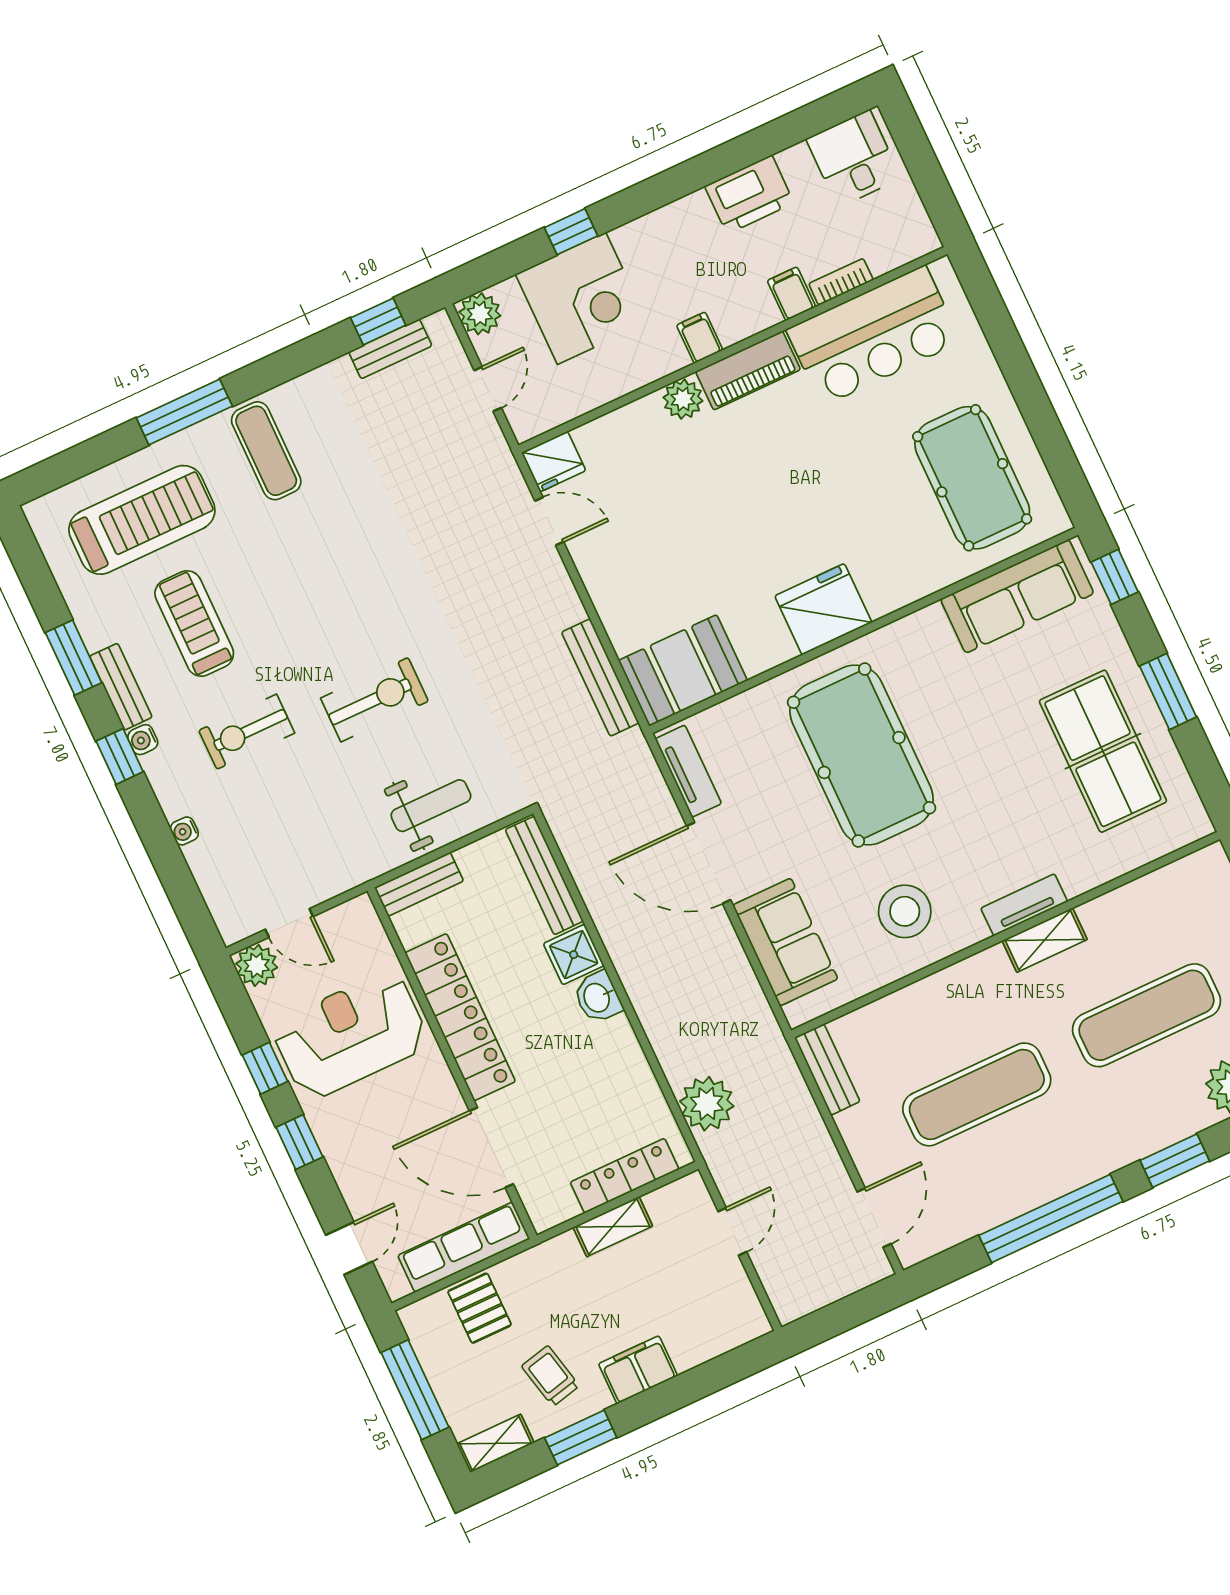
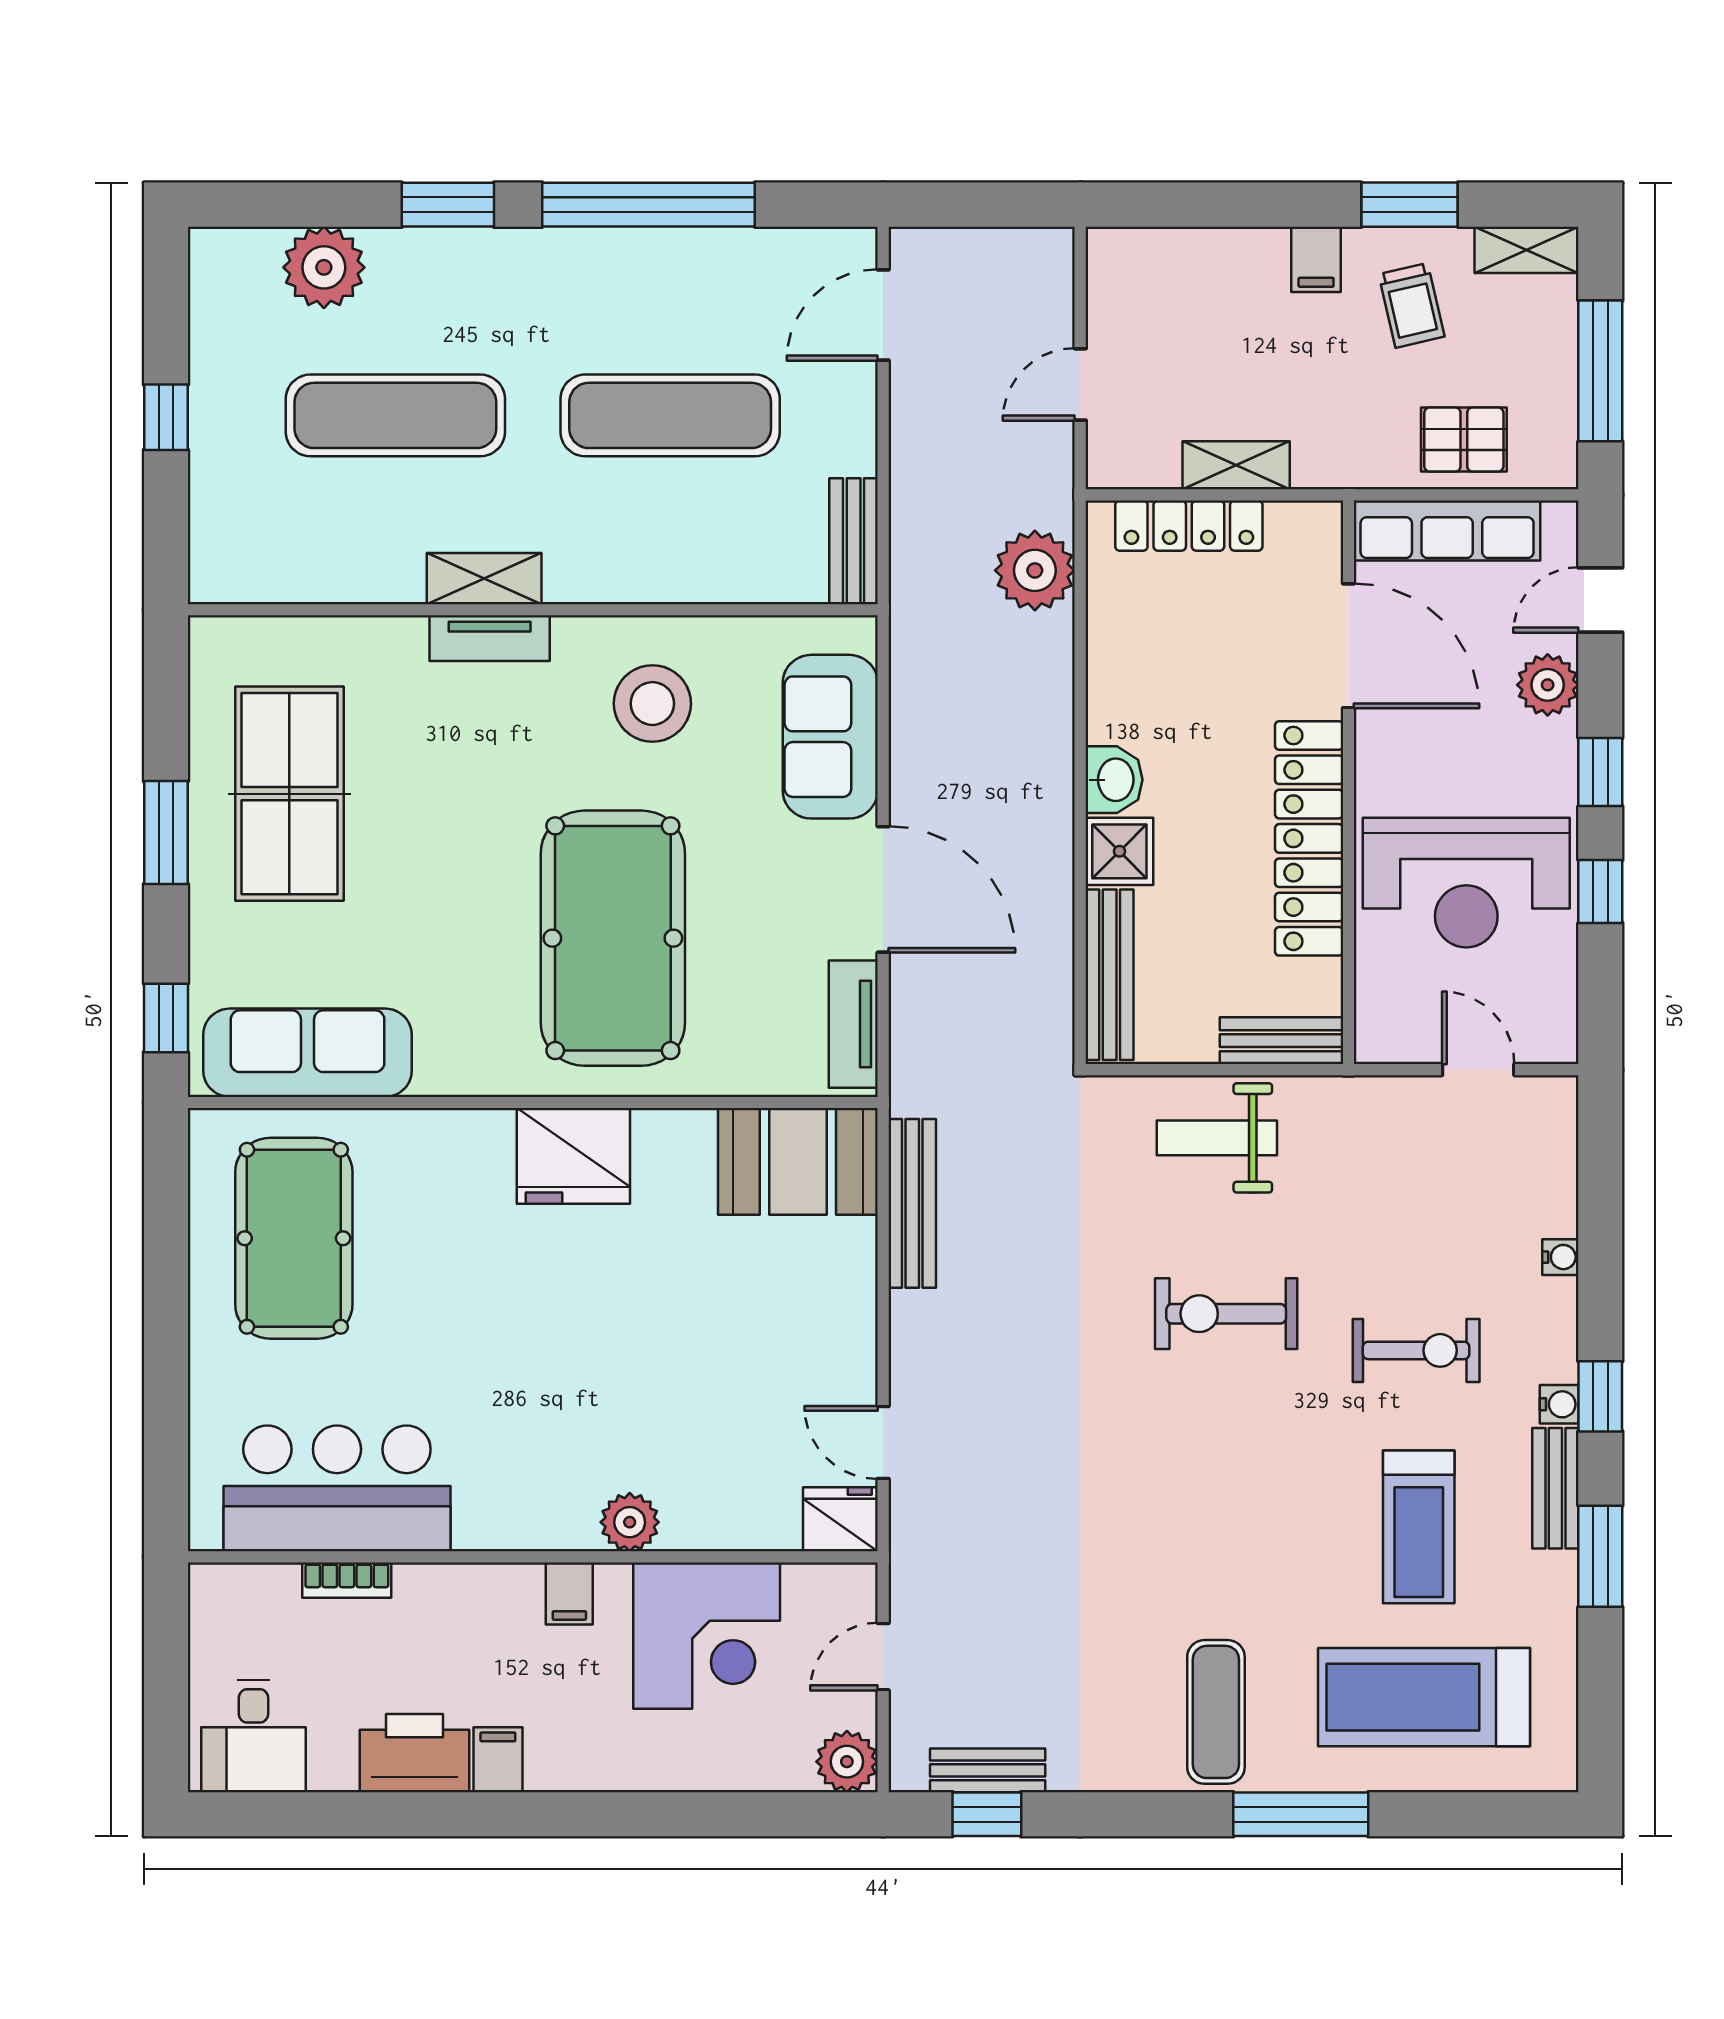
window: (571, 232) -> (675, 1814), removed
filing cabinet: (791, 294) -> (498, 1760), moved, turned 180
corner desk: (582, 298) -> (707, 1636), moved, turned 180
piano: (748, 371) -> (525, 1520), removed
plant: (257, 965) -> (1548, 685), moved
pallet: (480, 1308) -> (1464, 440), turned 90
filing cabinet: (638, 1370) -> (1316, 259), width x0.50

